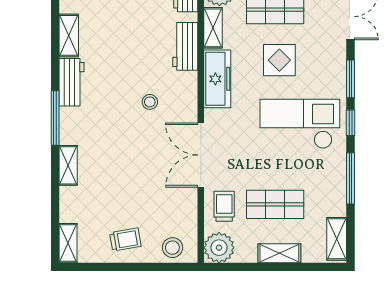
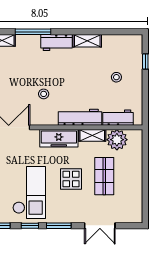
workbench: (185, 46) -> (80, 117), width x1.38

